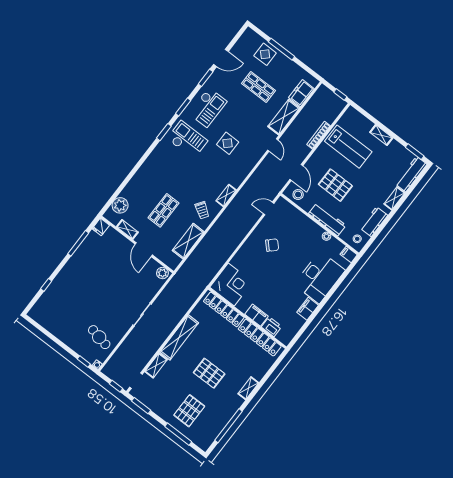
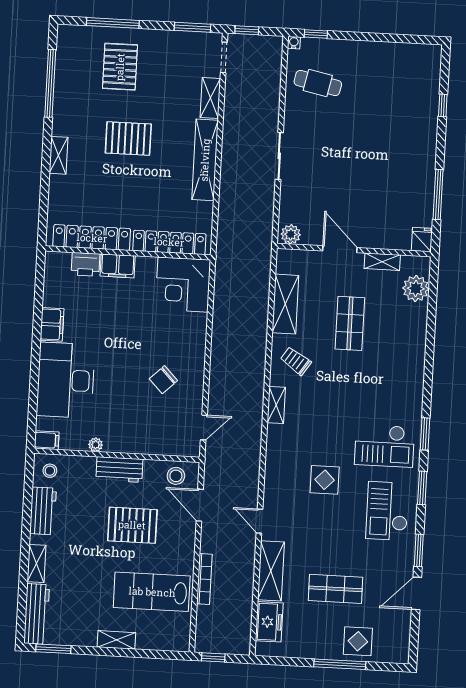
workbench: (327, 219) -> (119, 470), width x0.73

